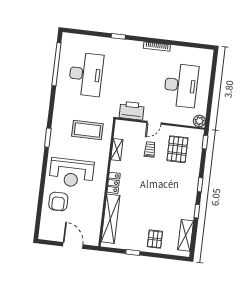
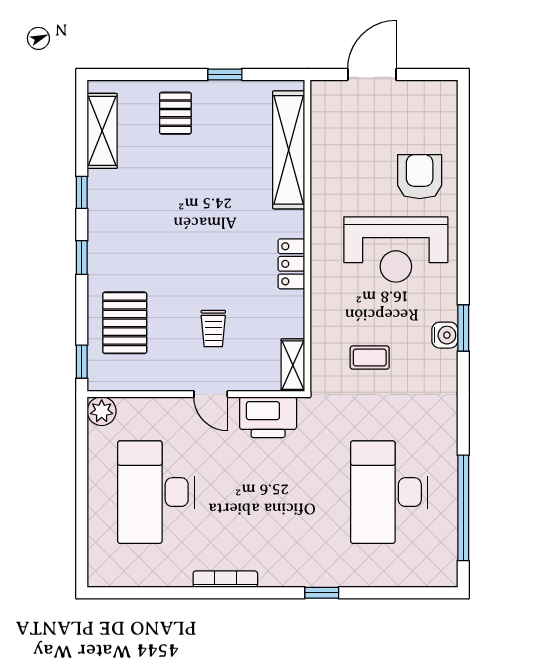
door: (154, 123) -> (211, 394), swing flipped
coffee table: (87, 130) -> (370, 358), width x0.54, depth x0.58
water cooler: (56, 136) -> (445, 335), added
pallet: (177, 149) -> (125, 323), moved
shelving: (117, 150) -> (293, 365), moved
reception desk: (72, 173) -> (396, 249), turned 180
locker: (114, 183) -> (291, 264), moved
door: (73, 245) -> (372, 74), swing flipped

